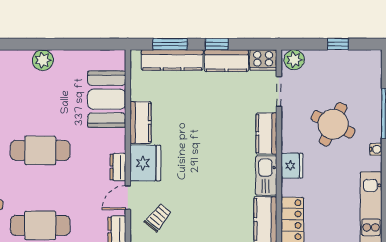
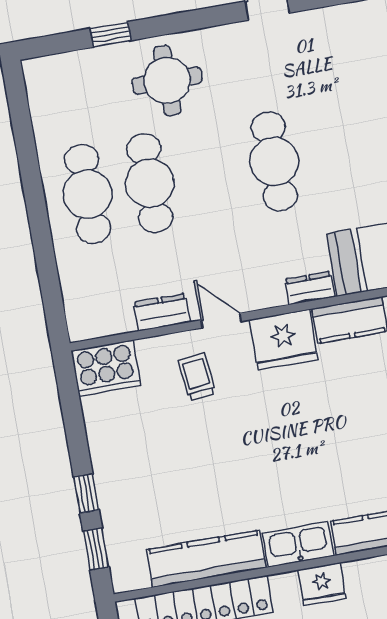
dresser: (118, 167) -> (310, 288), moved
trolley: (158, 218) -> (197, 377), turned -135

